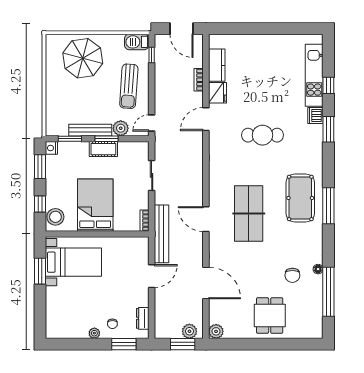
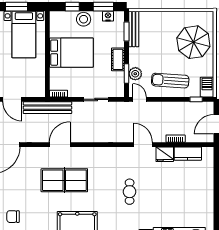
bench: (90, 130) -> (134, 29), moved
cafe table: (263, 135) -> (130, 192), width x0.73, depth x0.74
window: (106, 139) -> (126, 73), moved
nightstand: (51, 148) -> (108, 16), moved
stool: (55, 217) -> (84, 19), moved

